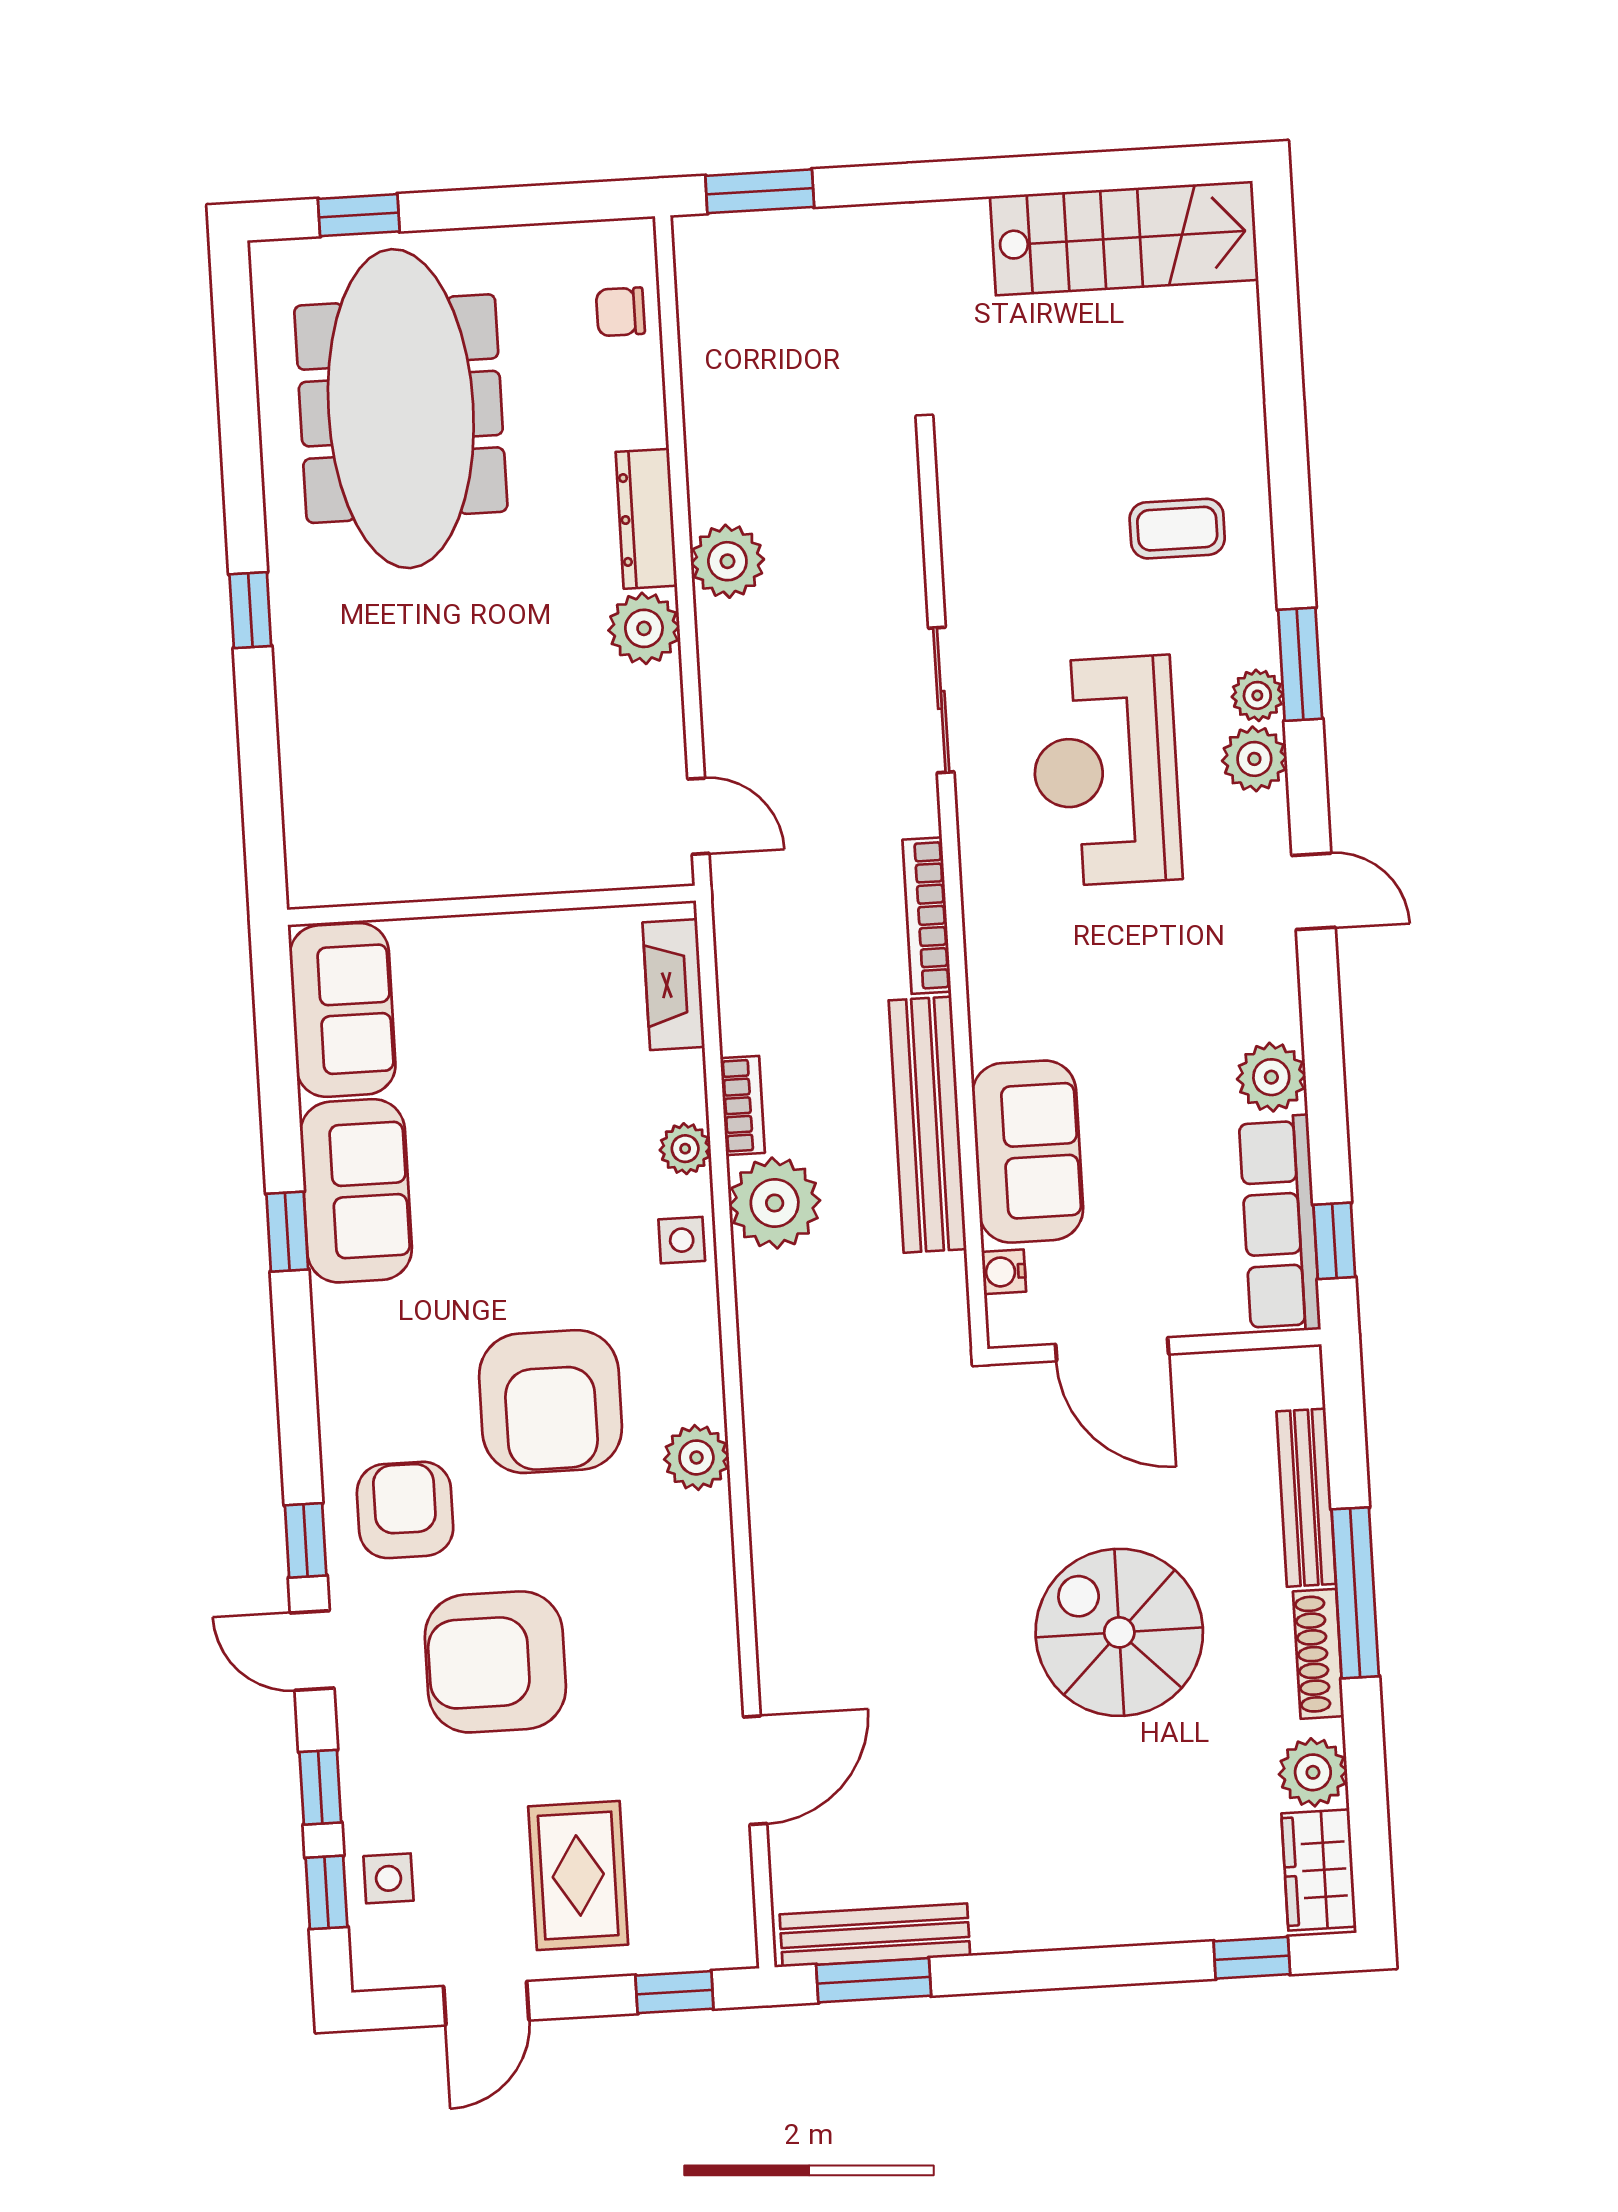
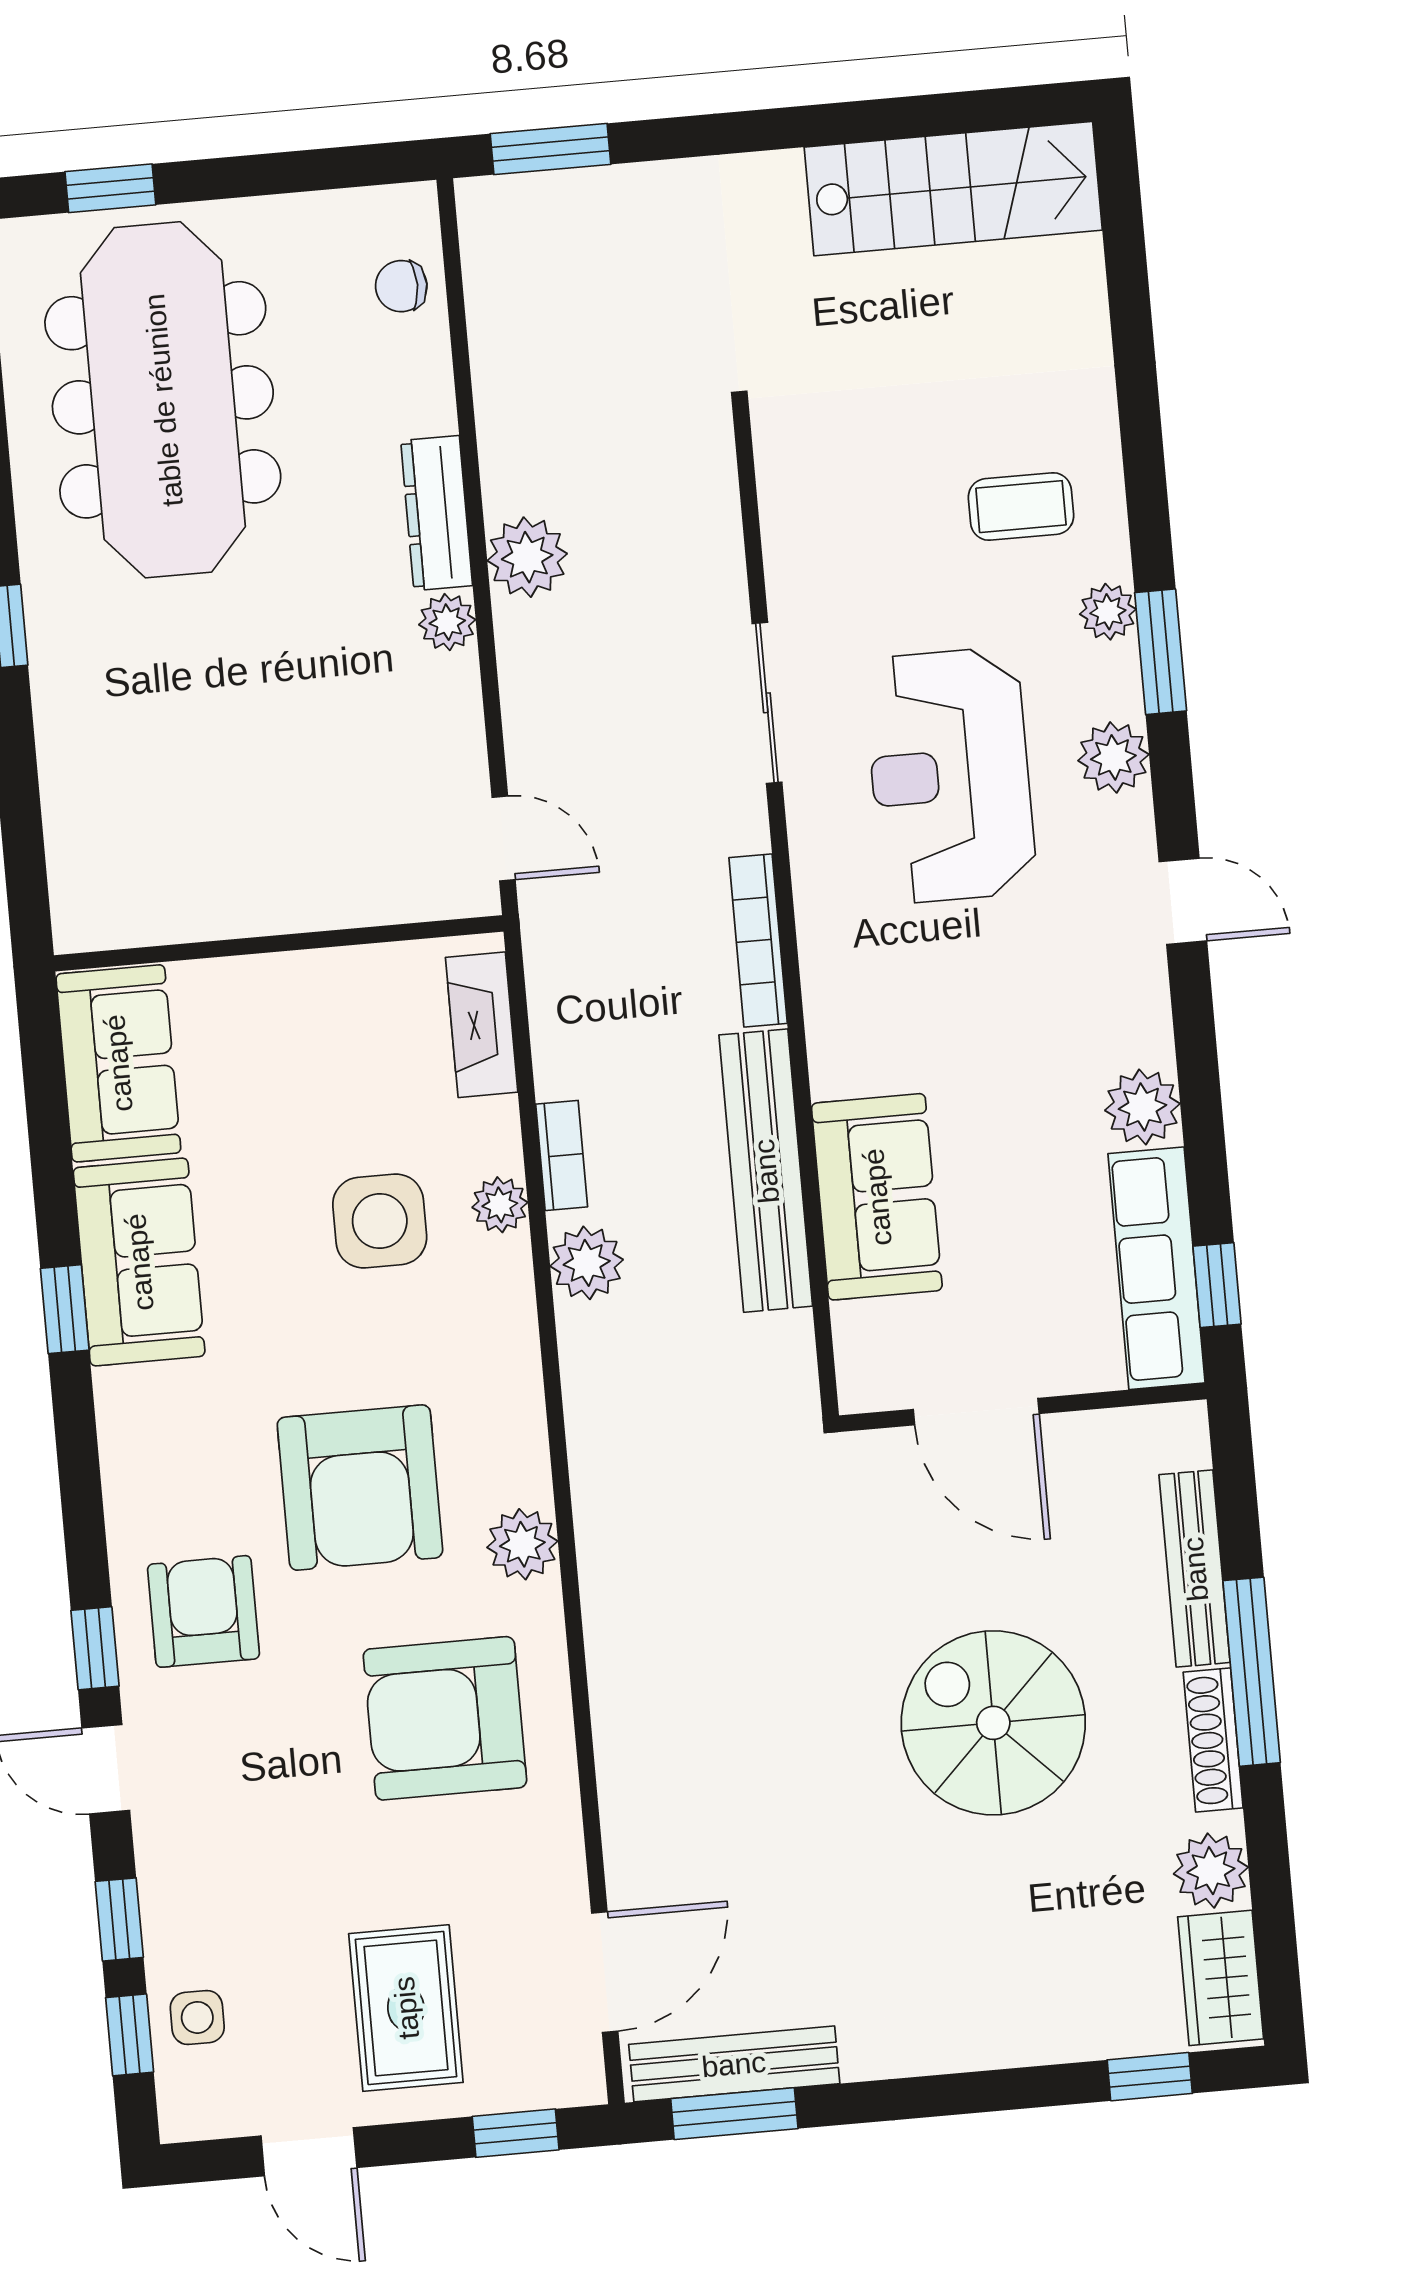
plant: (644, 628) -> (447, 622), width x0.73, depth x0.73
plant: (1257, 695) -> (1108, 612), moved
plant: (775, 1203) -> (587, 1263), width x0.73, depth x0.73
side table: (682, 1240) -> (380, 1221), moved, width x1.87, depth x1.87
water cooler: (1004, 1272) -> (855, 1330), removed
armchair: (495, 1662) -> (445, 1718), moved
door: (755, 1770) -> (605, 1972), moved
door: (486, 2003) -> (309, 2152), hinge flipped

